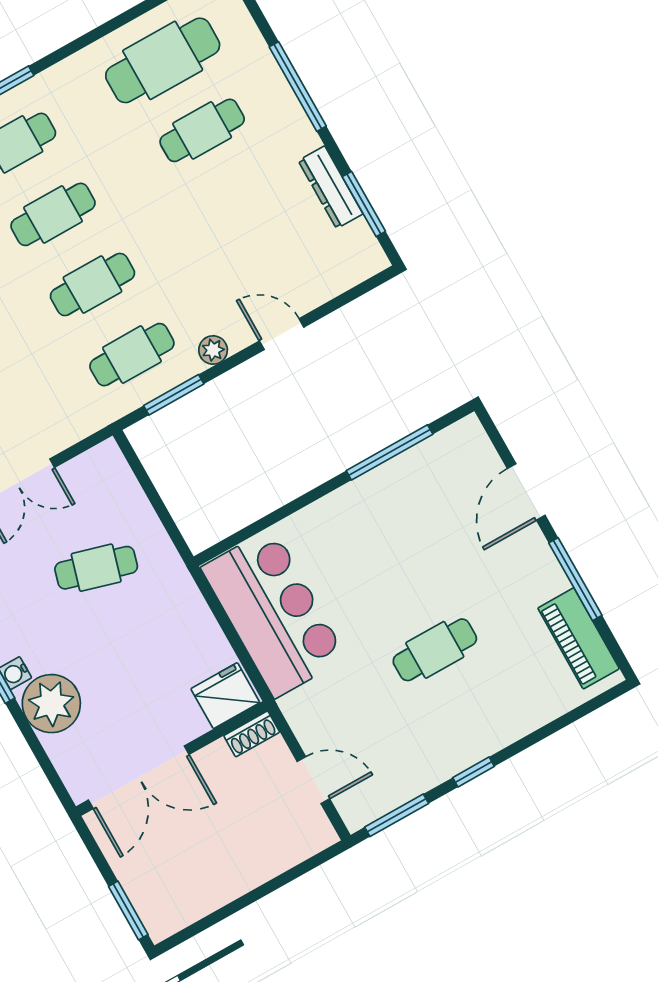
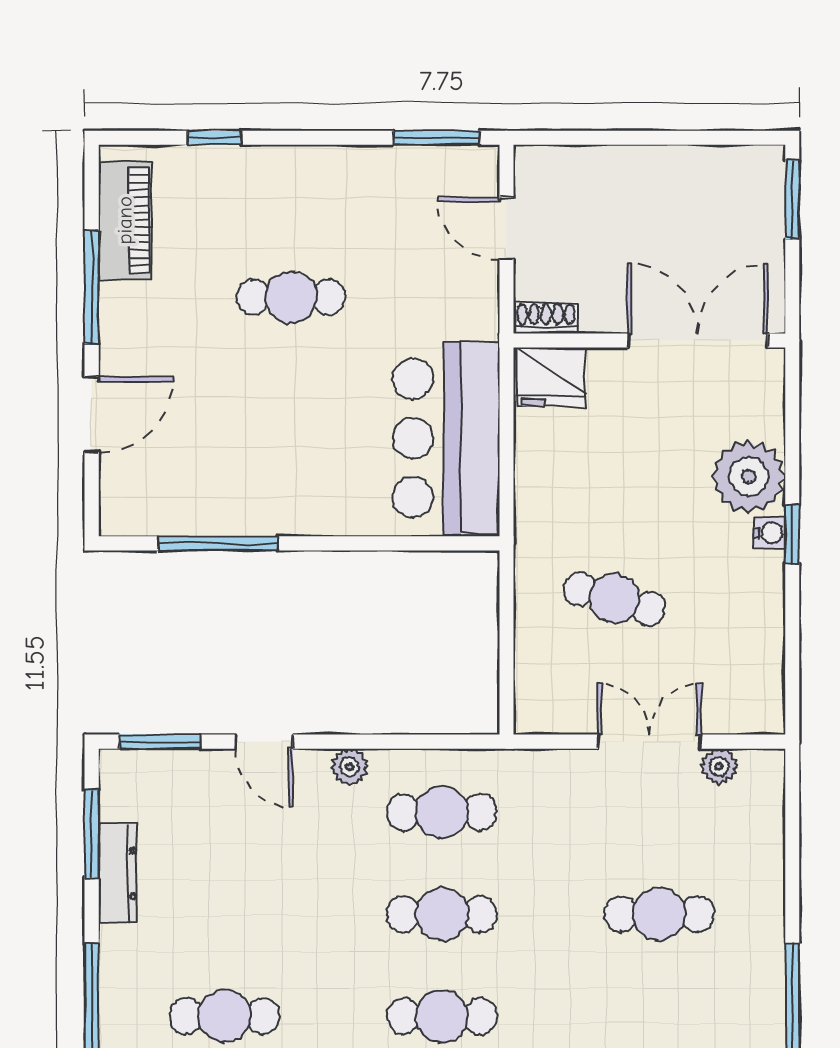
window: (174, 395) -> (160, 742), moved
window: (474, 772) -> (214, 138), moved

